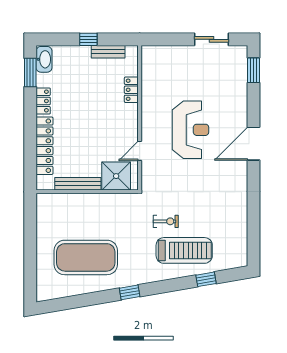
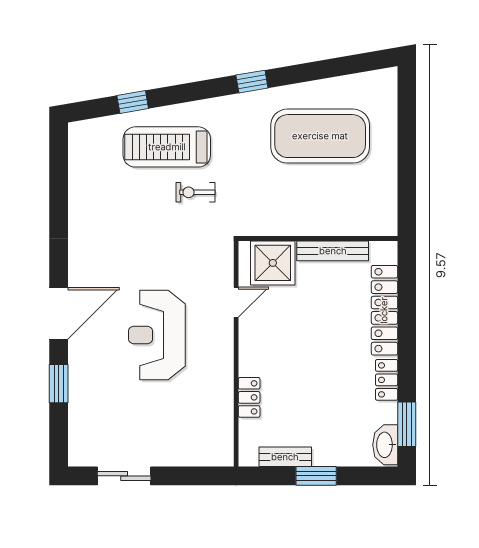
window: (88, 39) -> (316, 476), width x1.50
window: (254, 70) -> (59, 384), moved

